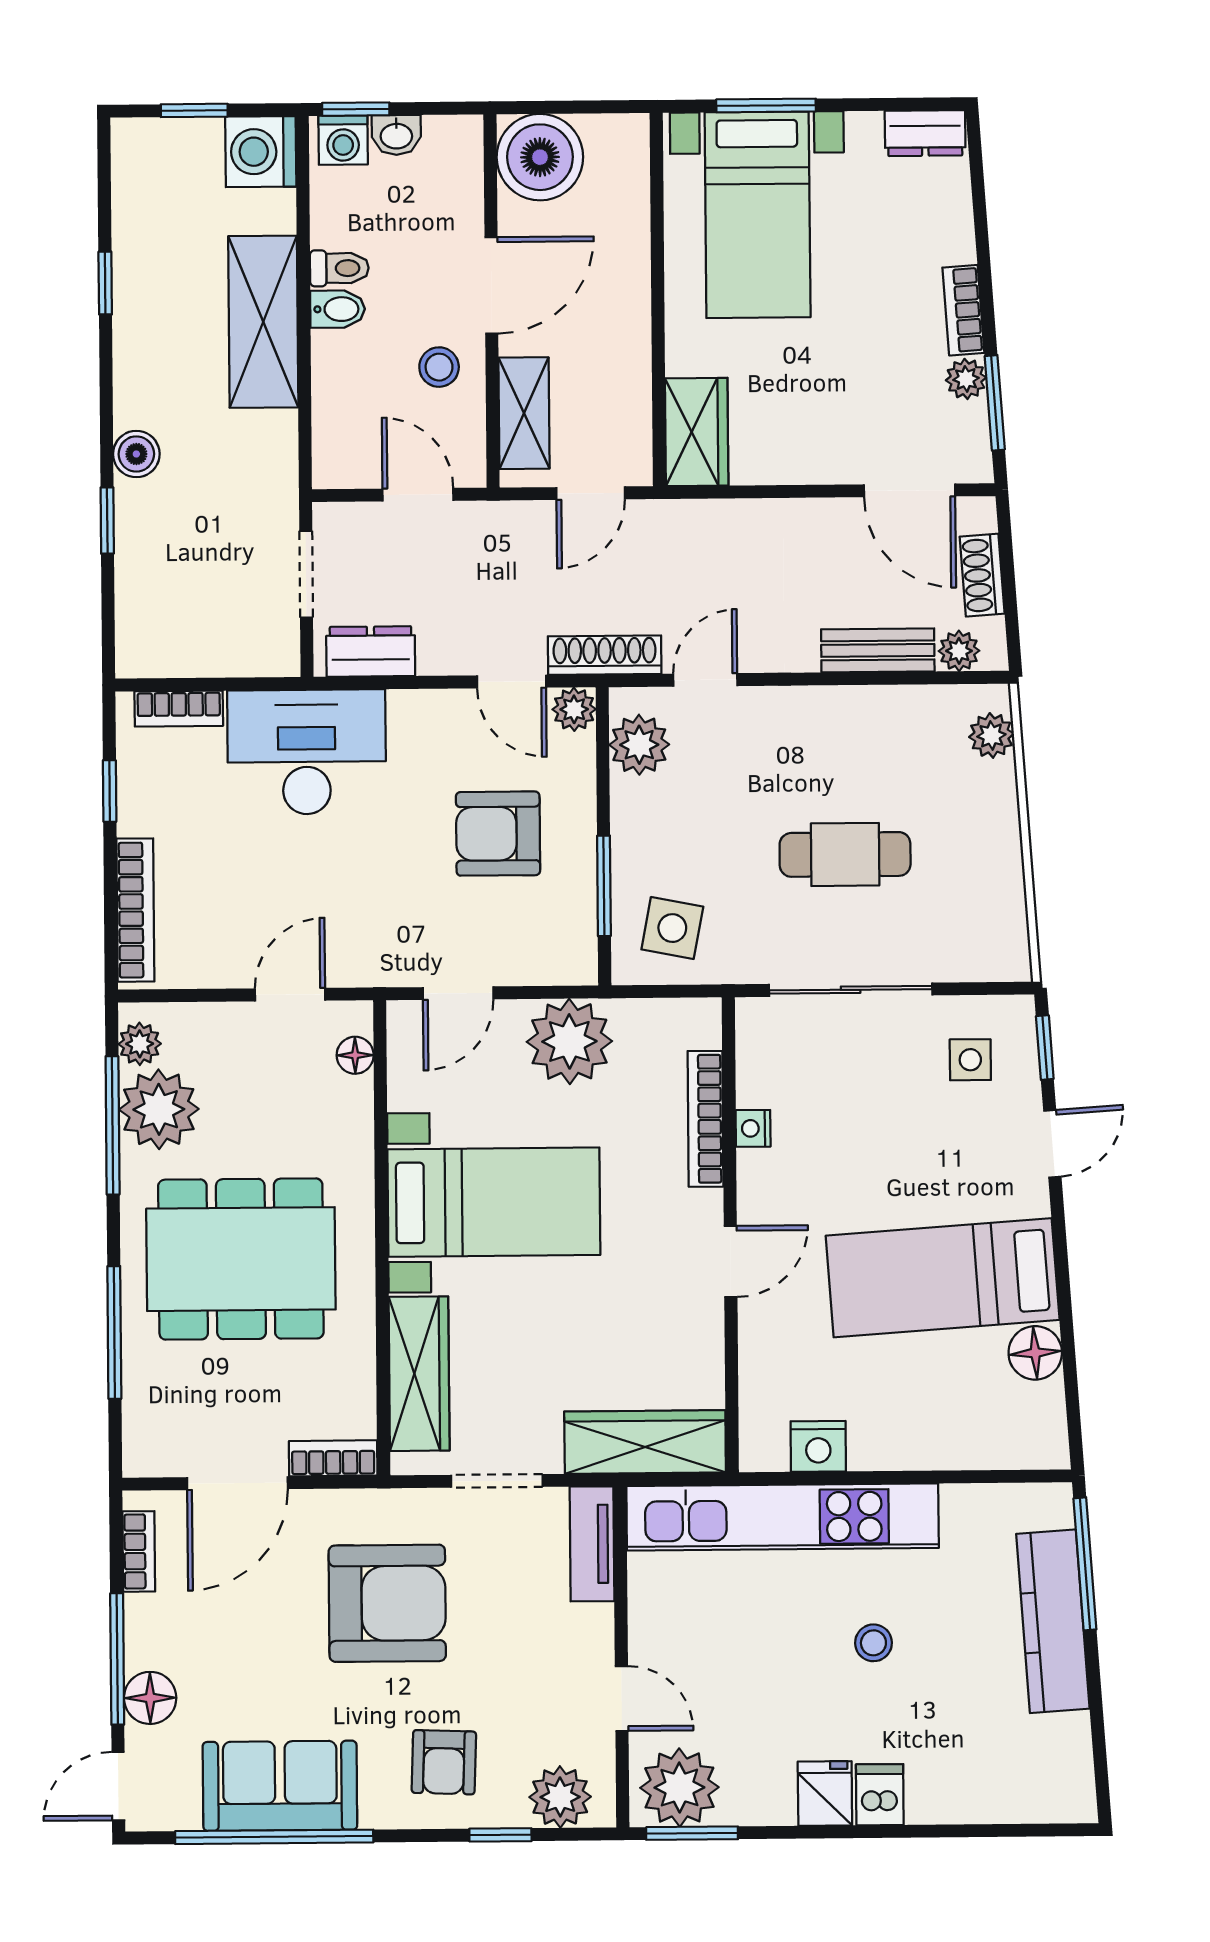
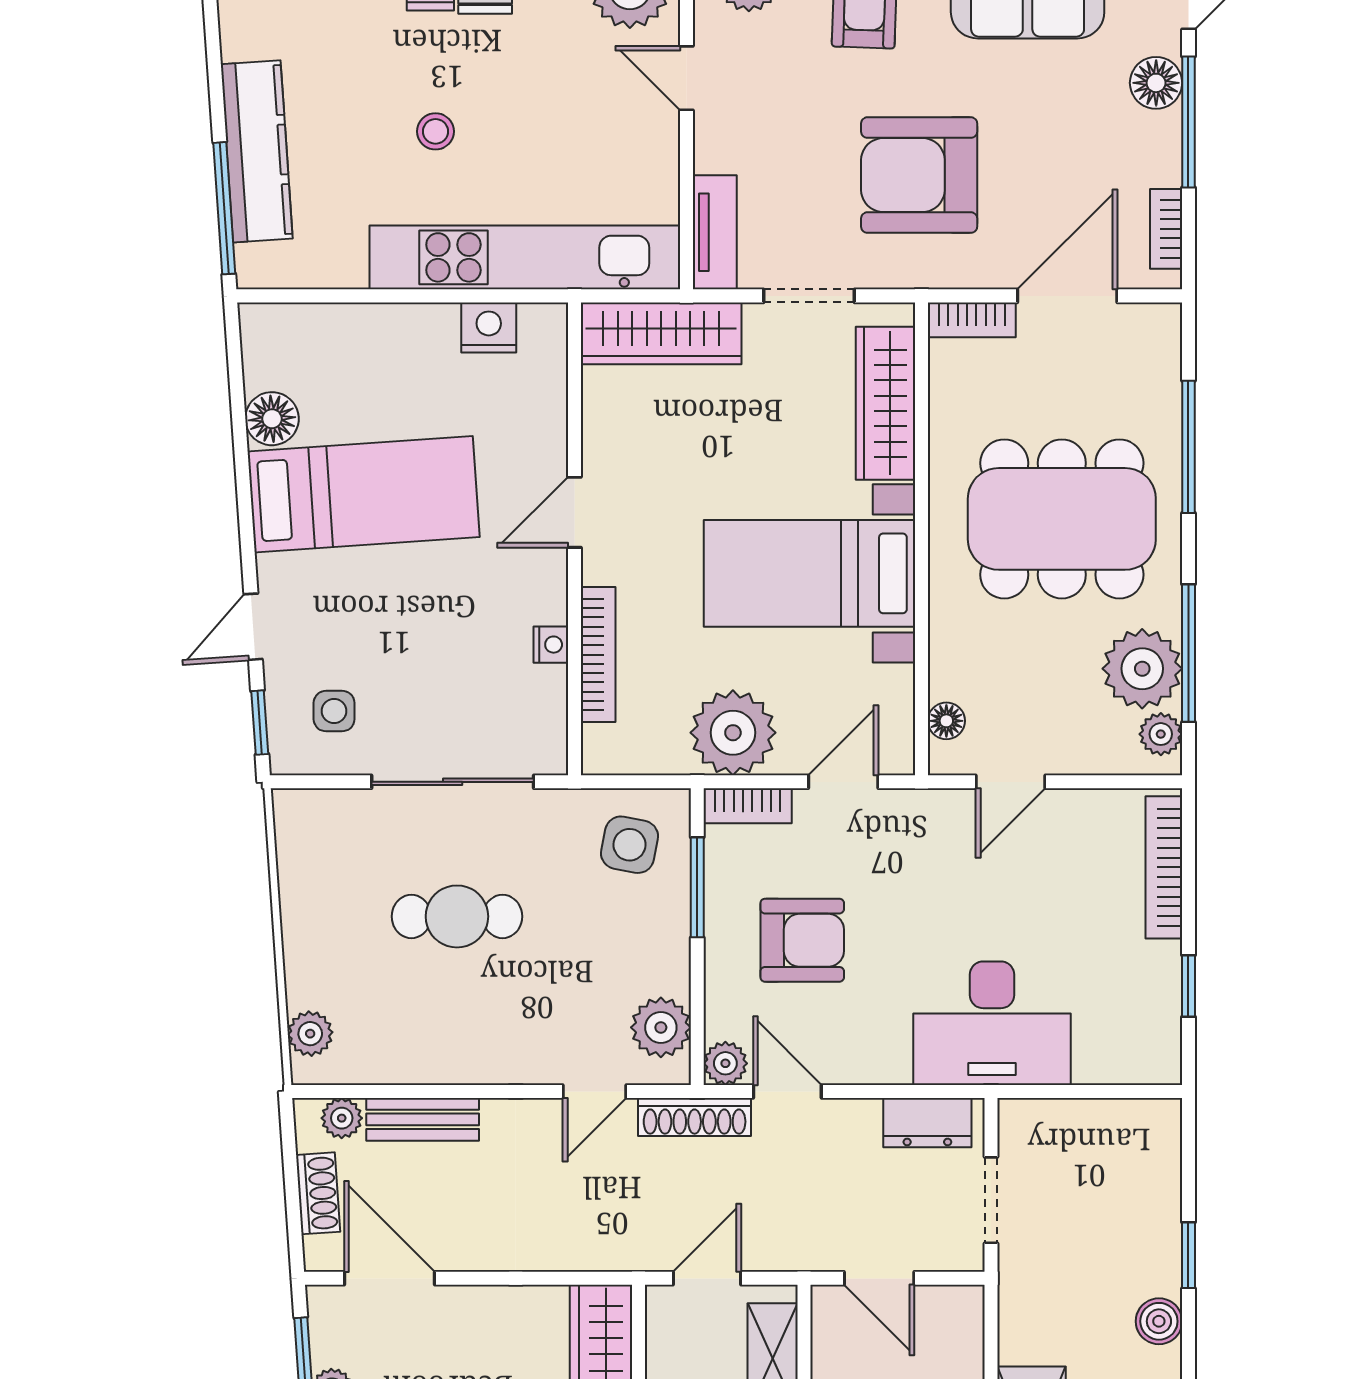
bookcase: (179, 709) -> (748, 806), moved, turned 180

